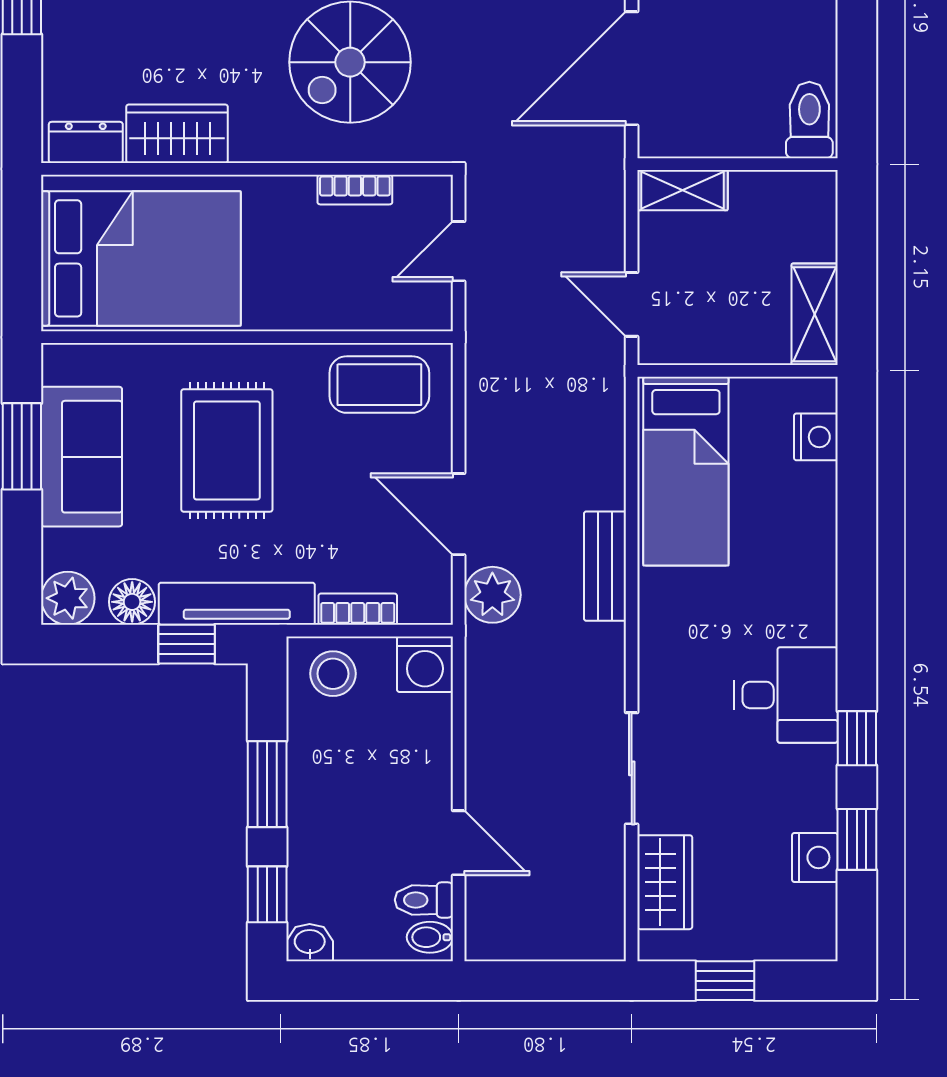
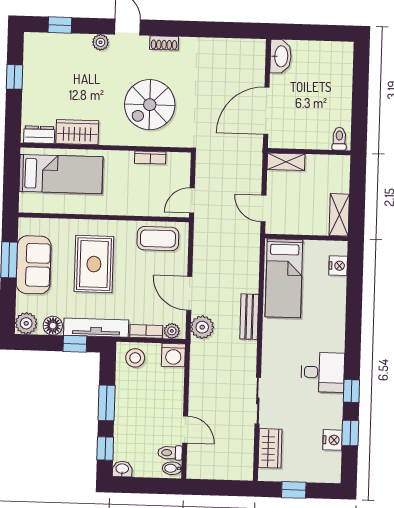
toilet: (809, 120) -> (339, 139), width x0.73, depth x0.72
door: (459, 251) -> (192, 200), moved
bed: (141, 258) -> (61, 174), width x0.67
plant: (420, 606) -> (172, 331), added

